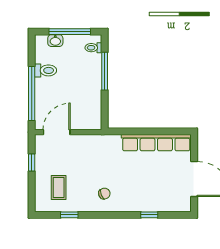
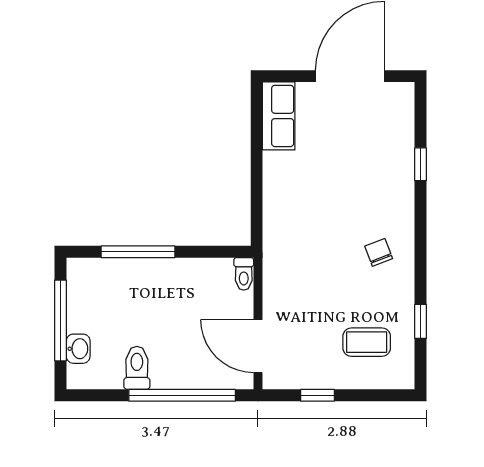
toilet: (93, 48) -> (244, 274), moved
row of seats: (156, 143) -> (279, 116), width x0.50

